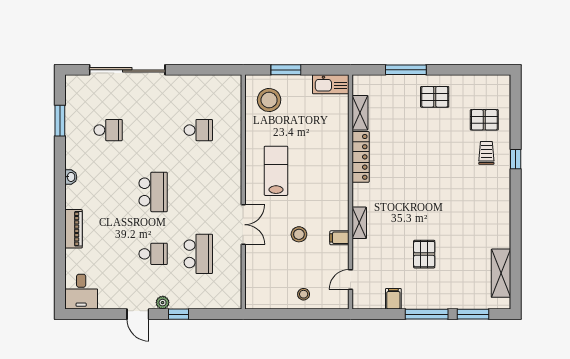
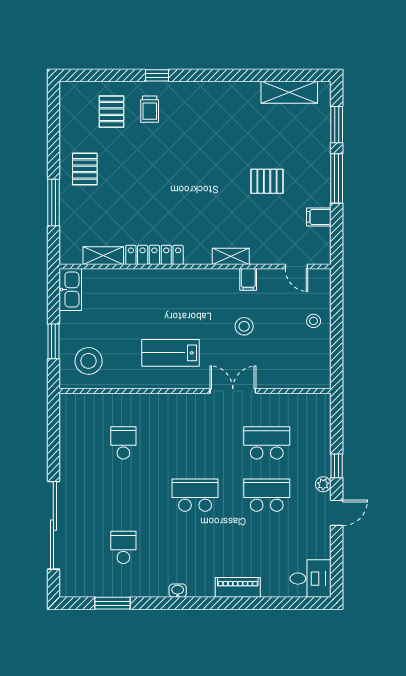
trolley: (486, 153) -> (150, 109), turned -90
school desk: (153, 254) -> (267, 495), width x1.85

